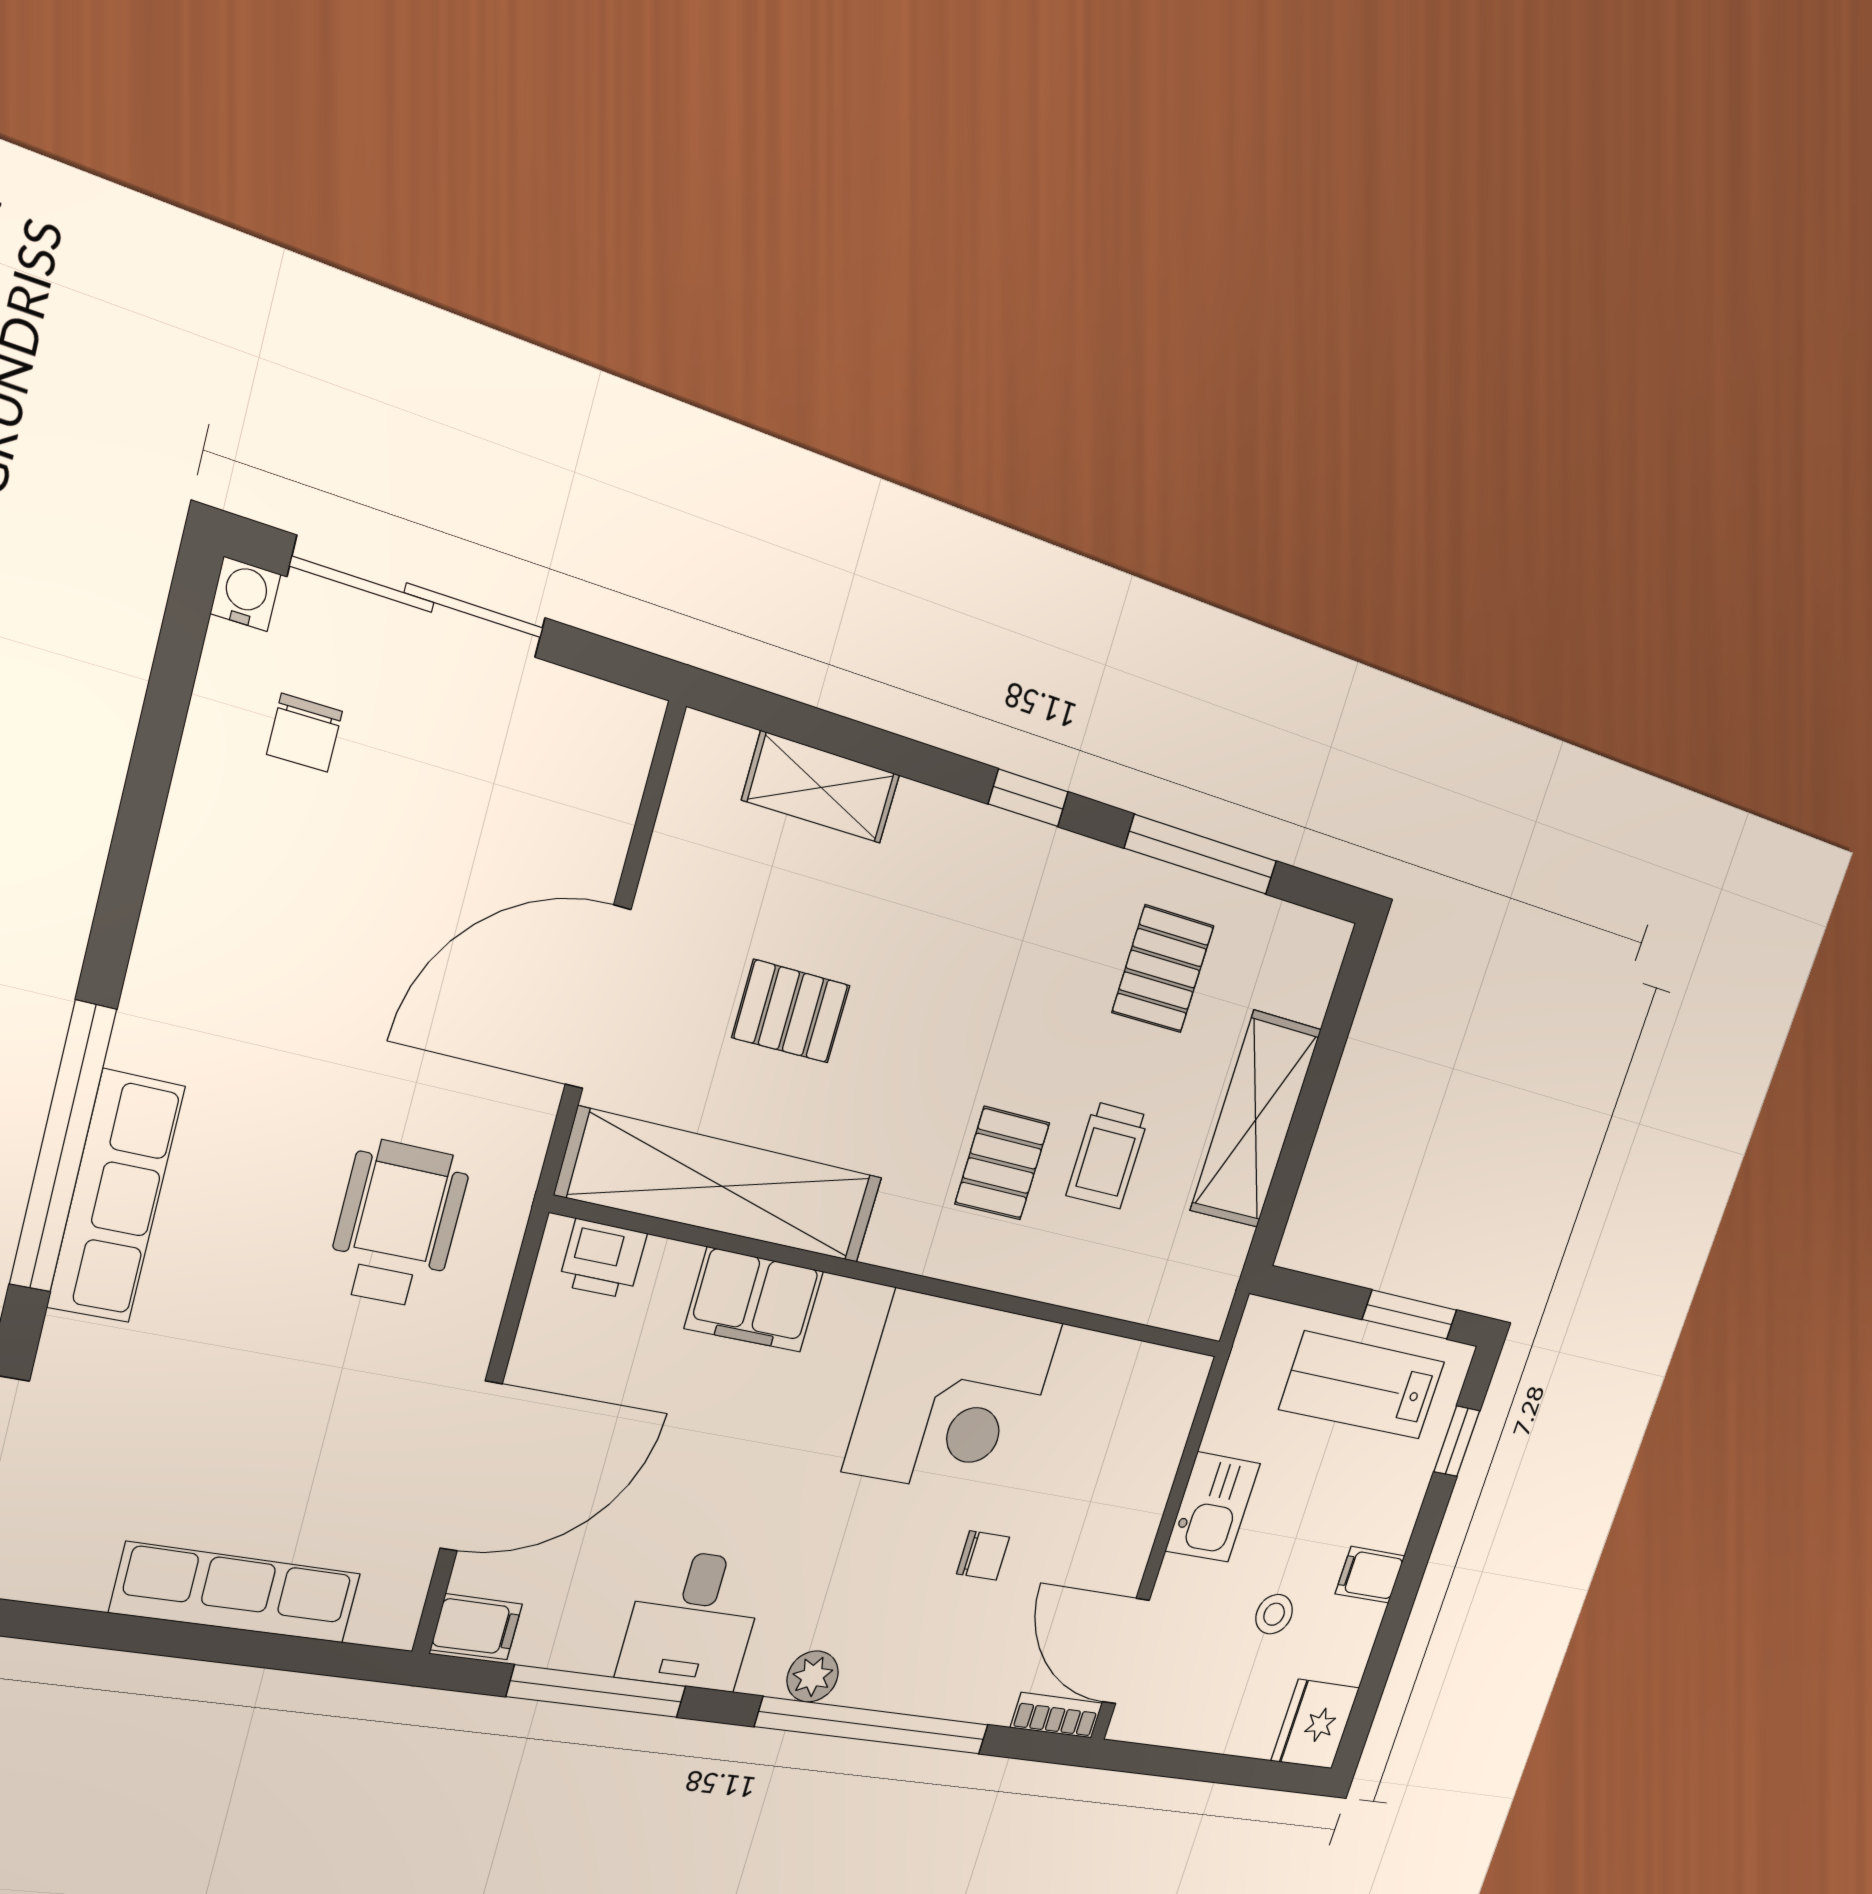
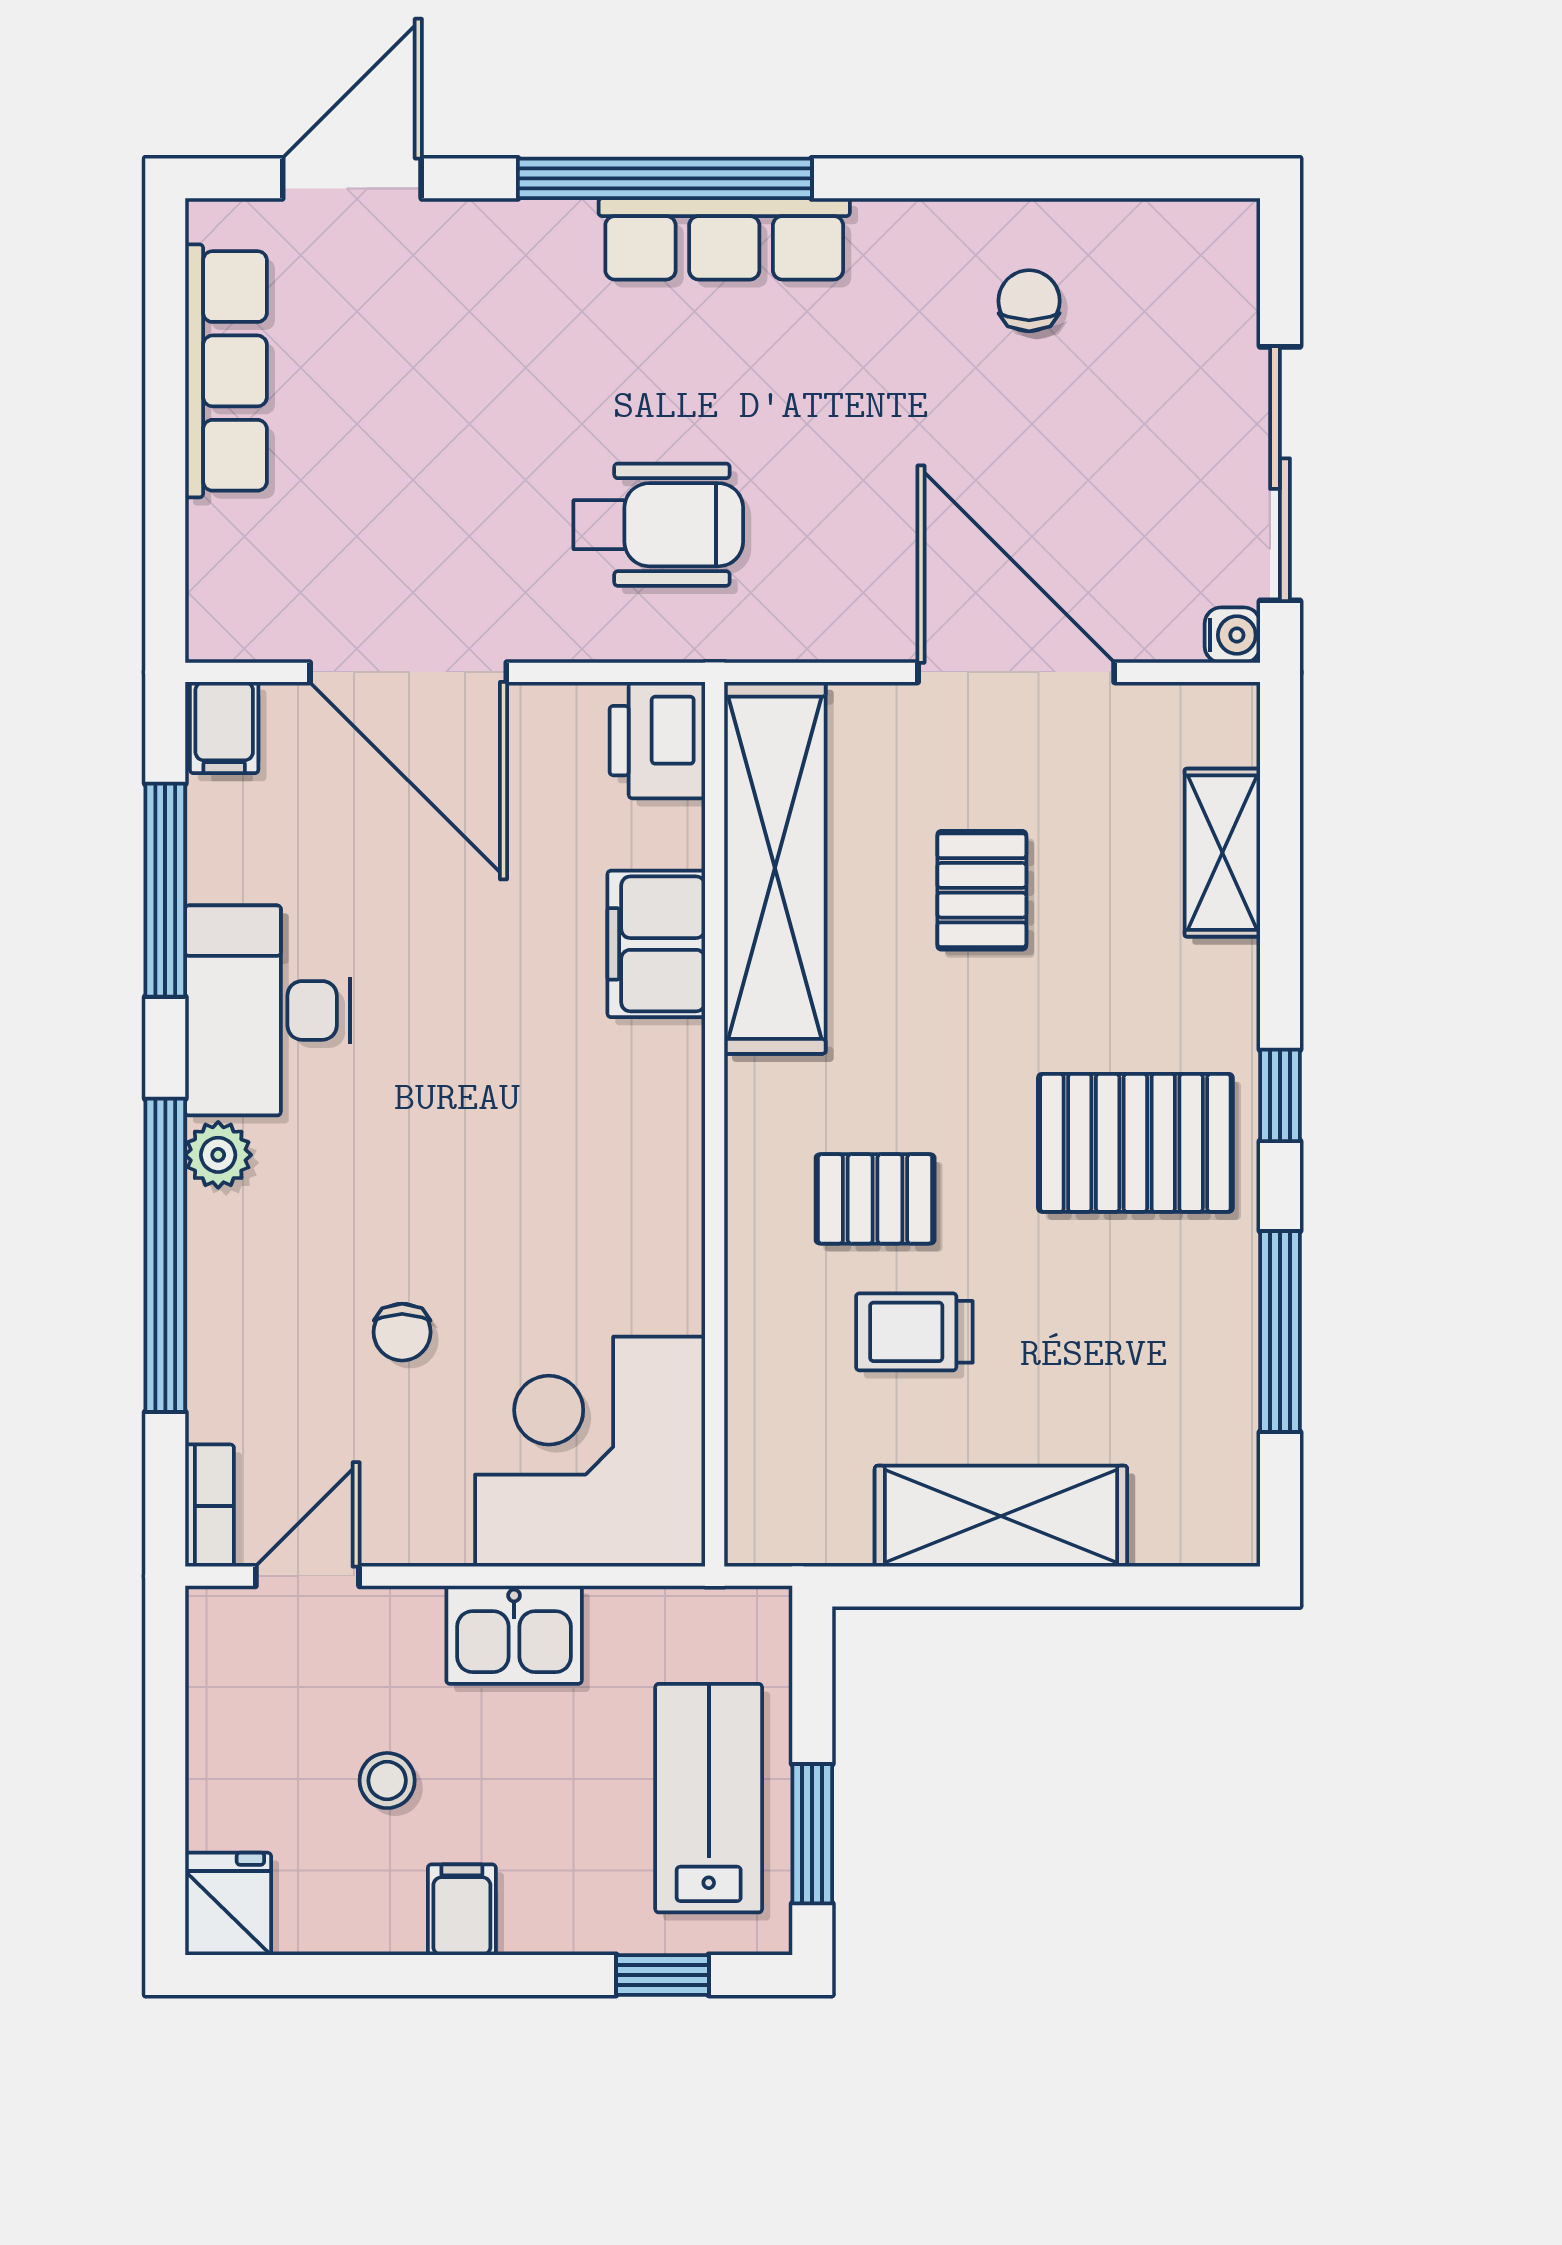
water cooler: (245, 594) -> (1232, 635), moved
sliding door: (419, 598) -> (1280, 474), moved
chair: (305, 733) -> (1029, 301), moved, turned 90
pallet: (1163, 969) -> (1135, 1143), moved, width x1.50, depth x1.42
door: (598, 997) -> (1016, 672), moved
row of seats: (116, 1197) -> (724, 239), moved
printer: (603, 1259) -> (657, 741), width x1.36, depth x1.24
corner desk: (953, 1397) -> (590, 1452), moved, turned 90
row of seats: (236, 1593) -> (226, 371), moved
desk: (693, 1620) -> (268, 1010), width x1.37
door: (1126, 1651) -> (307, 1576), width x0.73
fridge: (1315, 1724) -> (228, 1904), width x0.72

